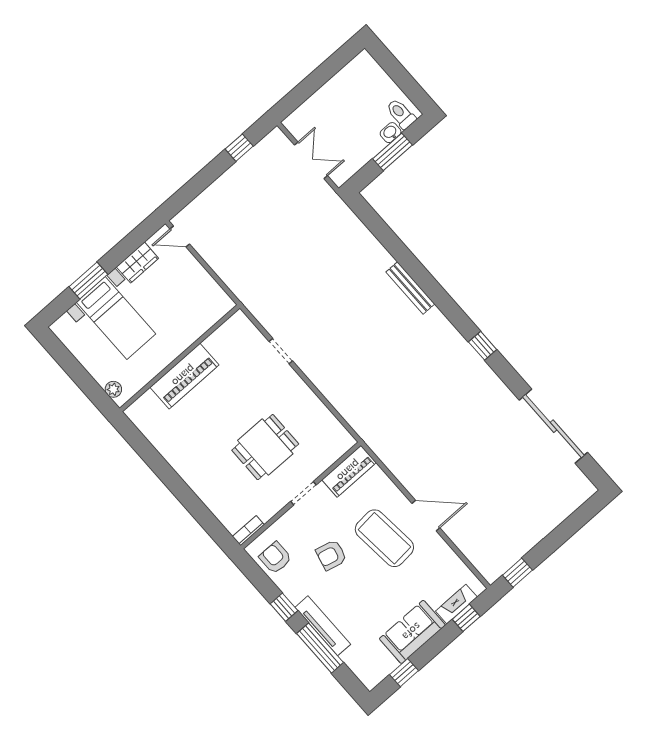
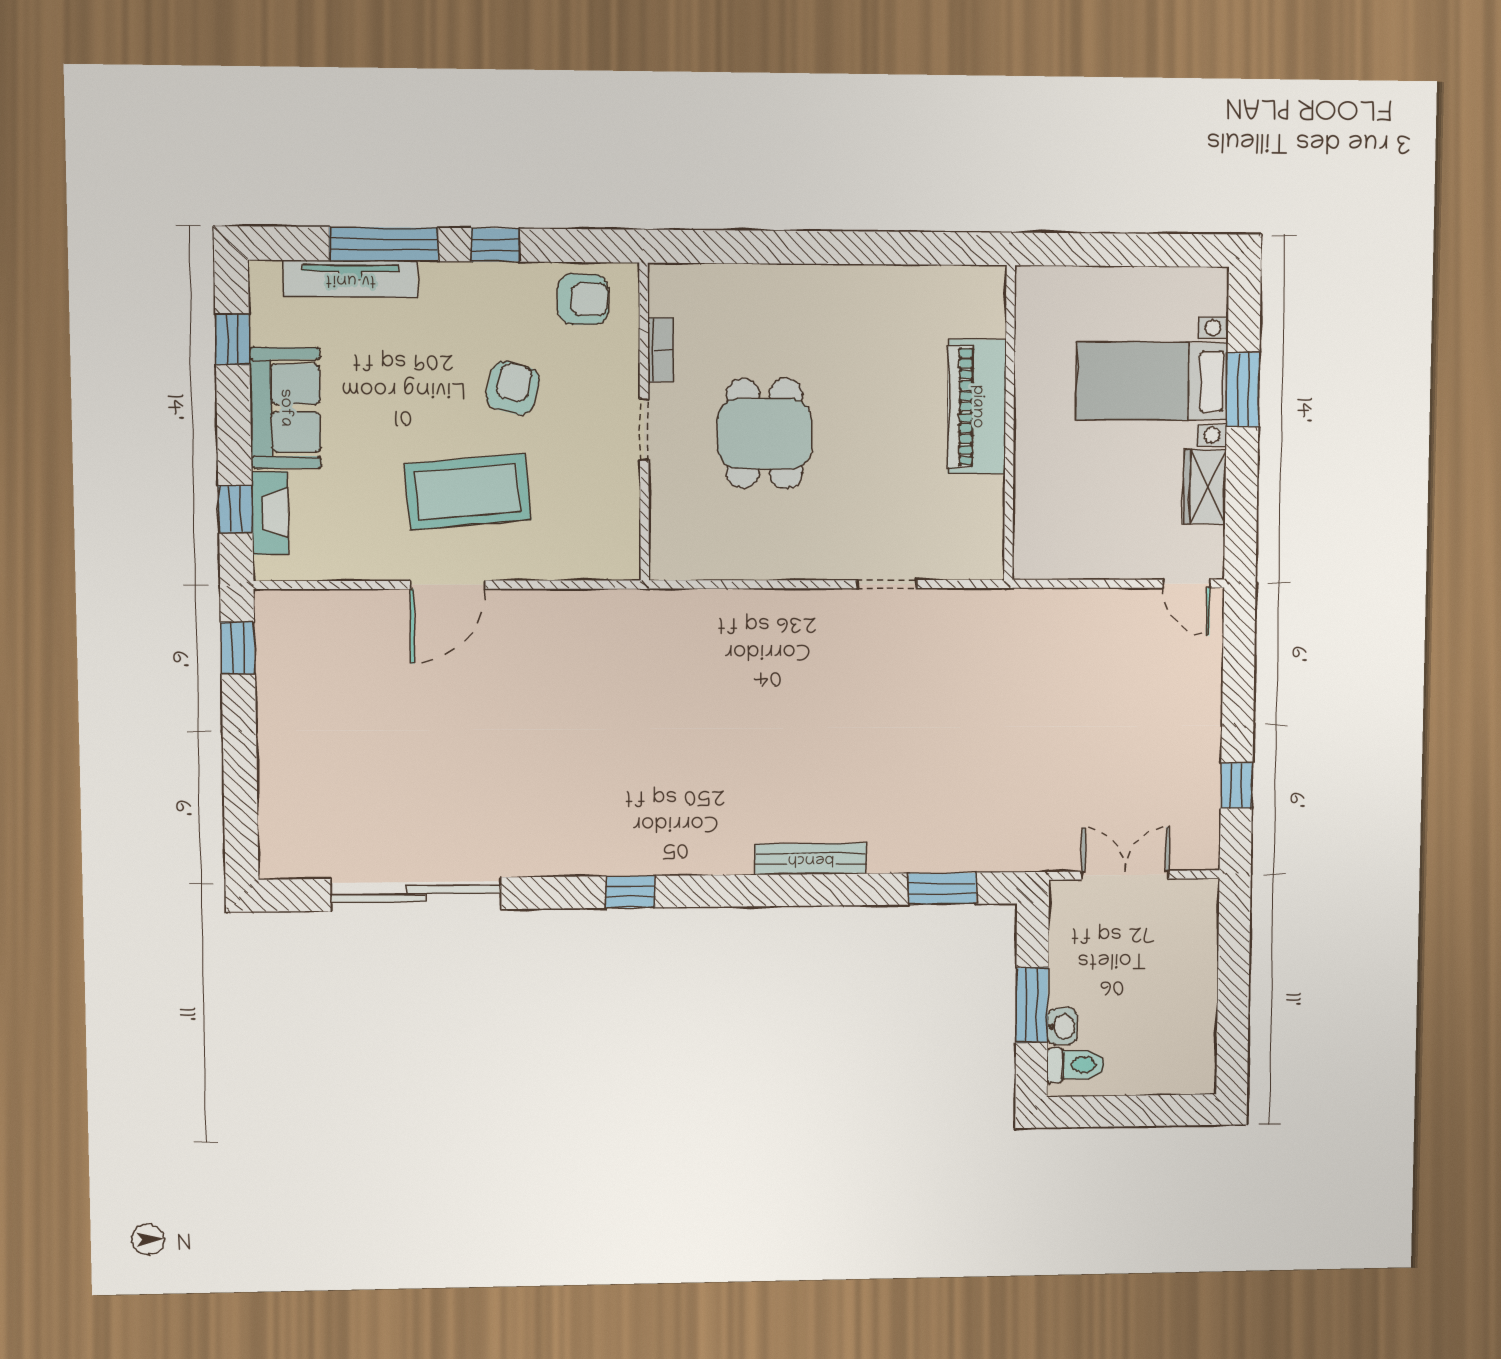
double door: (311, 160) -> (1125, 875), swing flipped
window: (378, 227) -> (942, 889), added
door: (180, 237) -> (1187, 584), swing flipped
plant: (113, 389) -> (1051, 282), removed
piano: (349, 471) -> (617, 528), removed
bookcase: (248, 531) -> (661, 350), moved
tv unit: (323, 626) -> (351, 279), moved

